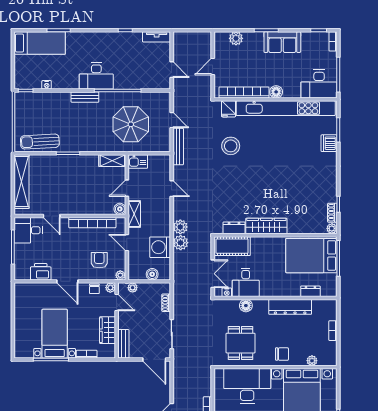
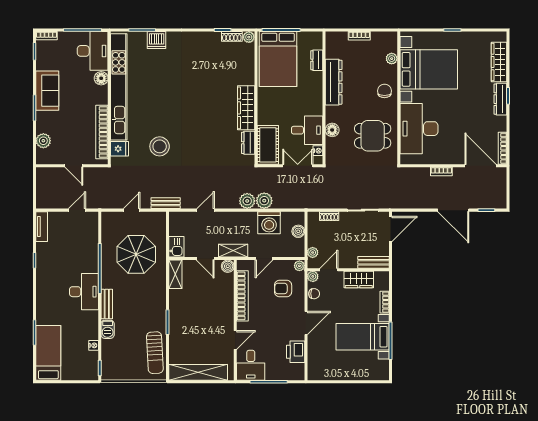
floor lamp: (276, 92) -> (101, 78), moved
barbecue: (61, 98) -> (108, 329), added
bench: (178, 147) -> (166, 203), width x0.73

